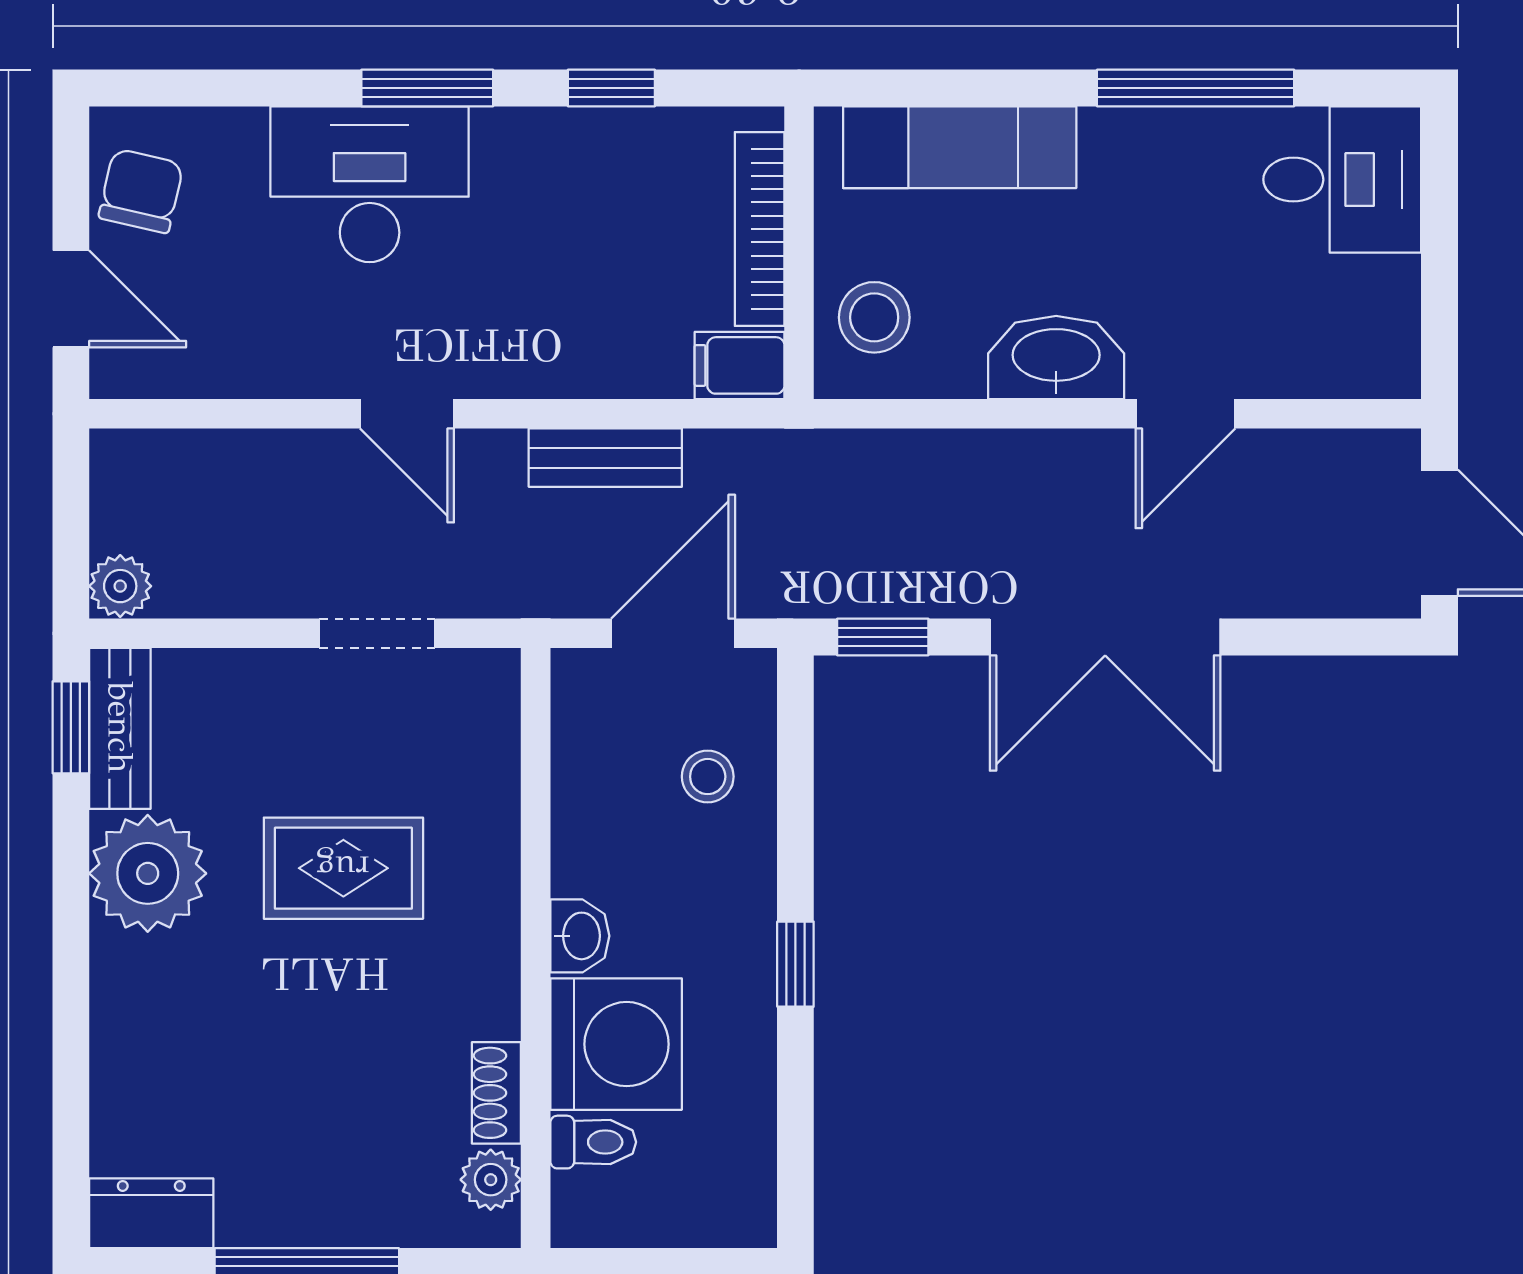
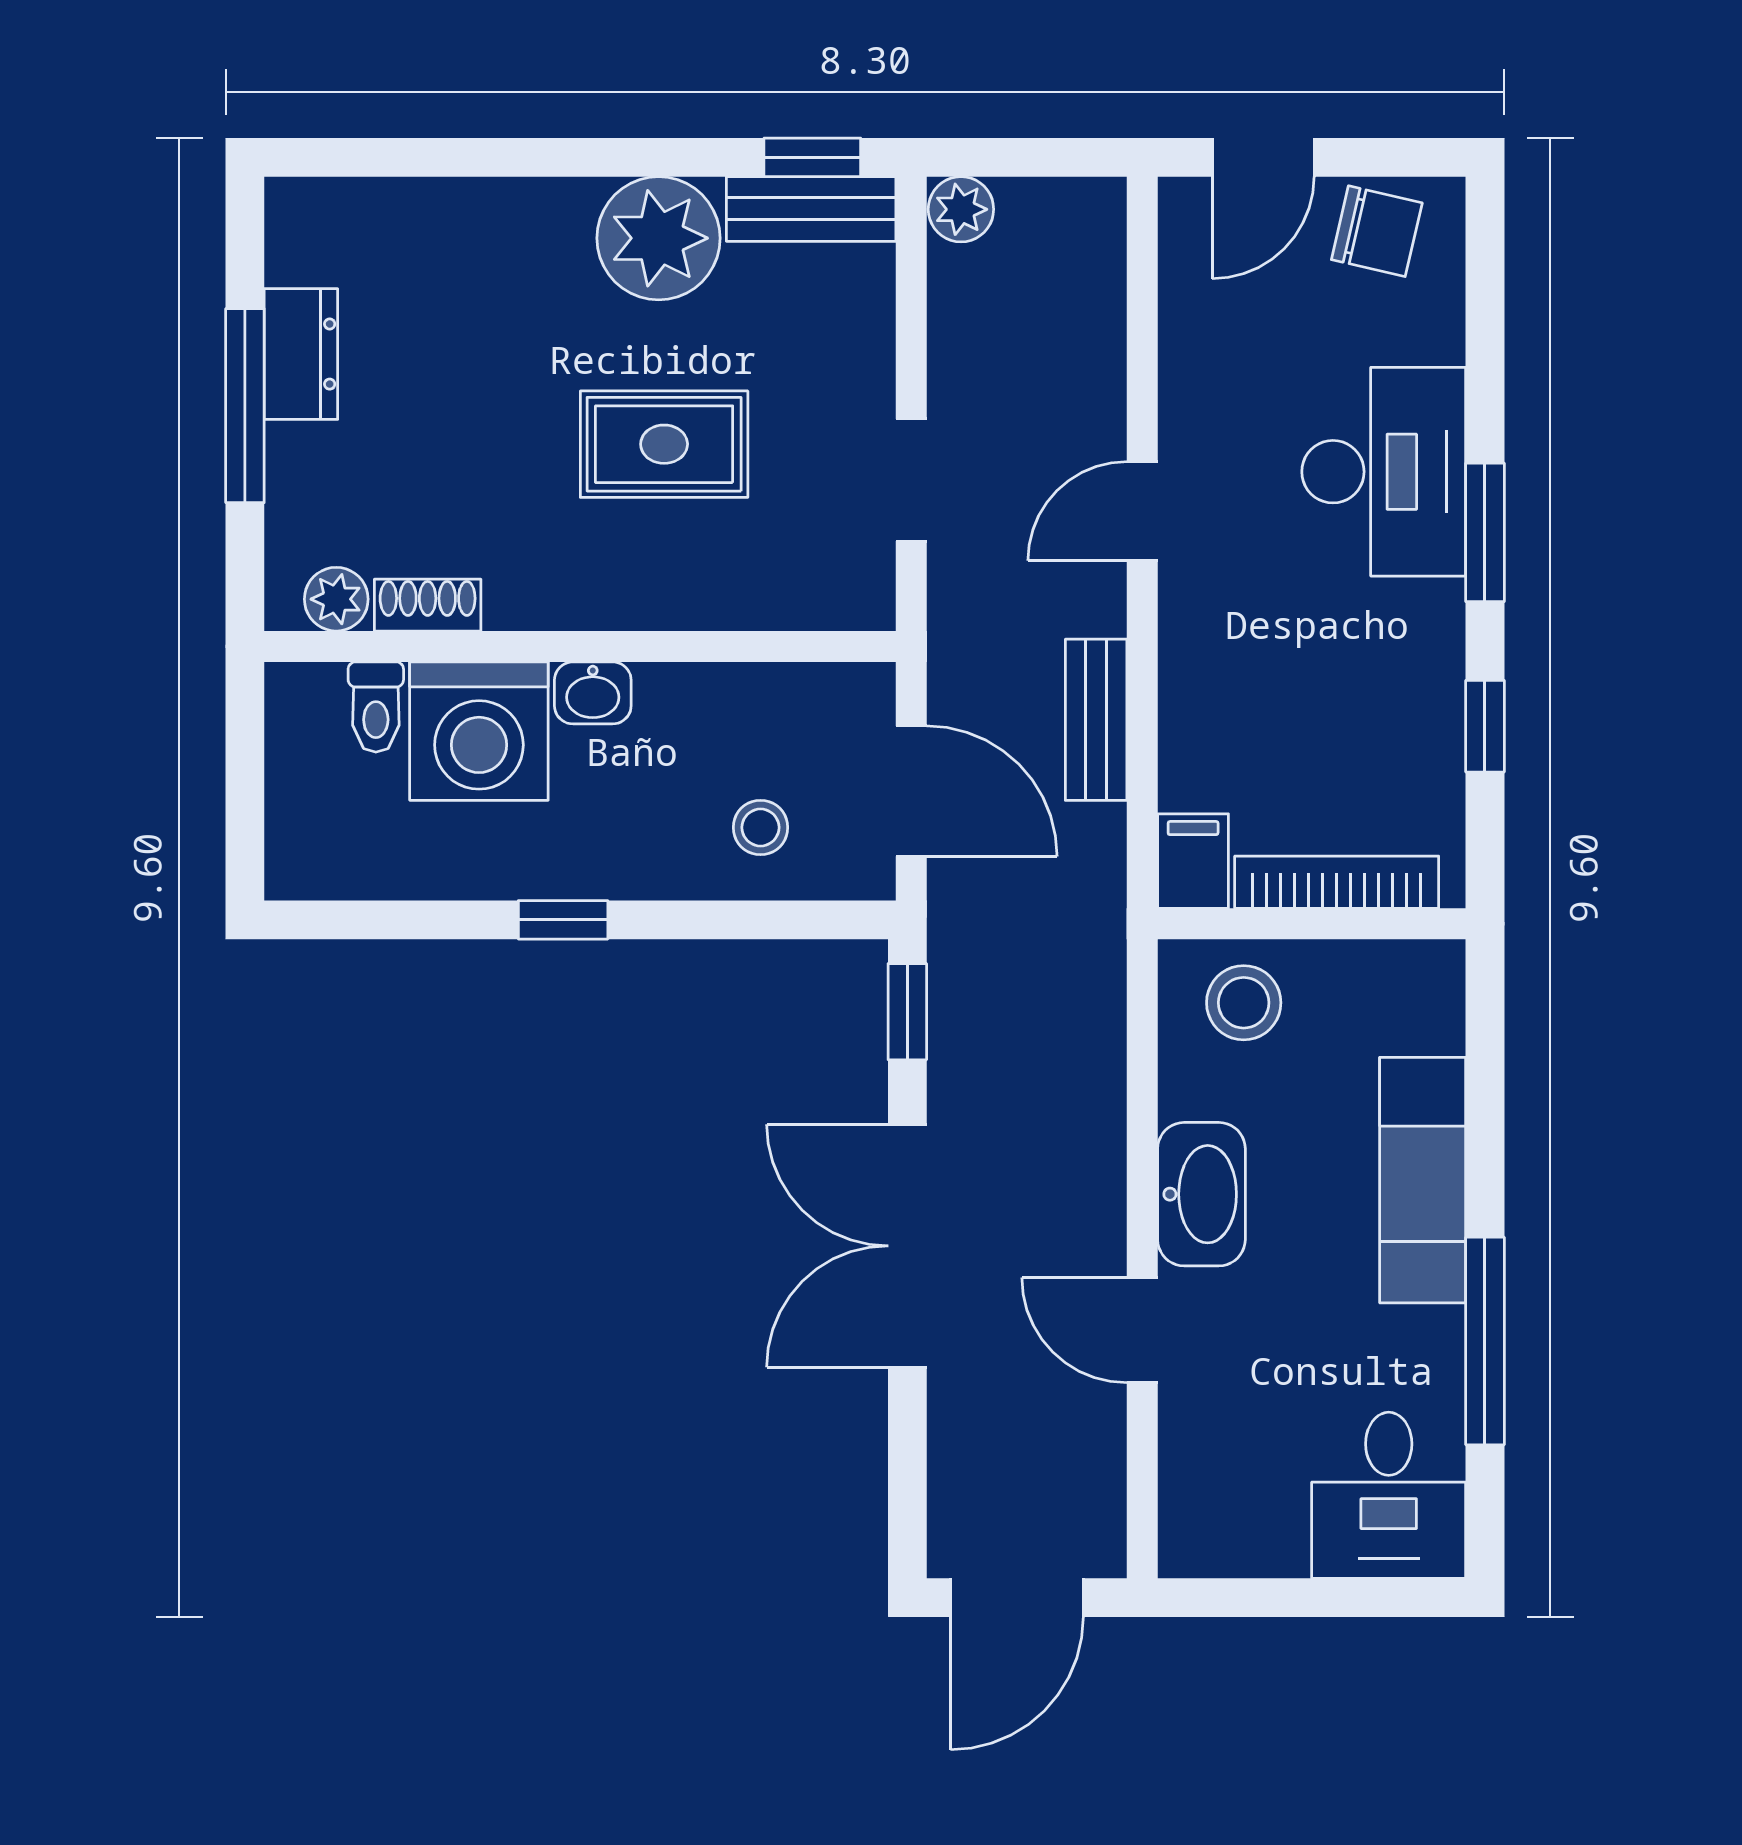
exam couch: (960, 147) -> (1423, 1180), moved
rug: (343, 868) -> (664, 444), turned 90
dresser: (151, 1213) -> (301, 354), moved

